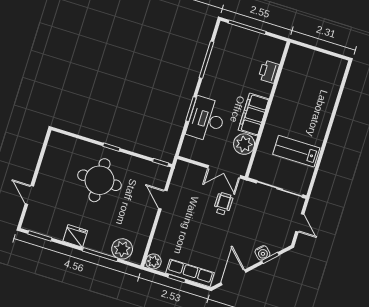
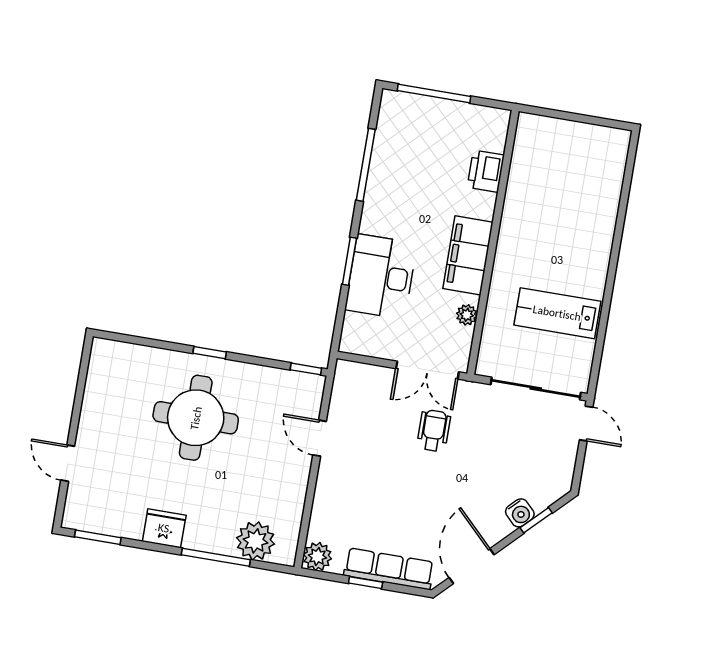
plant: (244, 144) -> (467, 315), width x0.53, depth x0.53
door: (300, 223) -> (586, 423), moved

